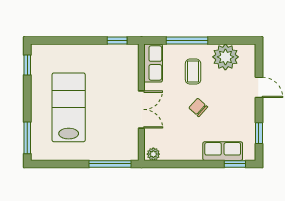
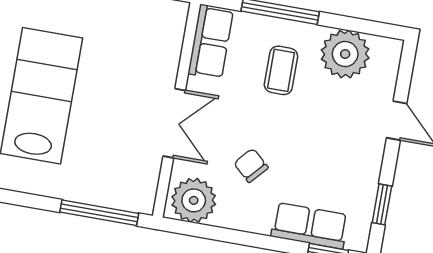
chair: (198, 107) -> (251, 165), moved
plant: (153, 154) -> (194, 200), width x1.88, depth x1.88

